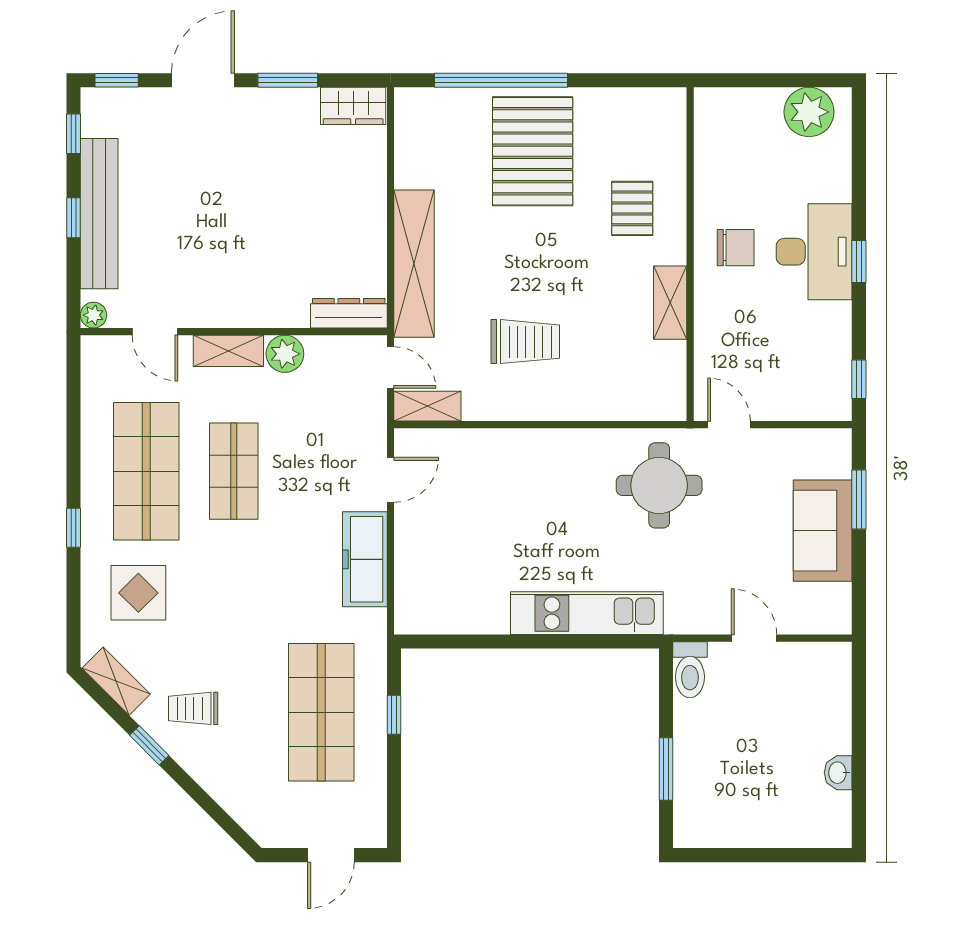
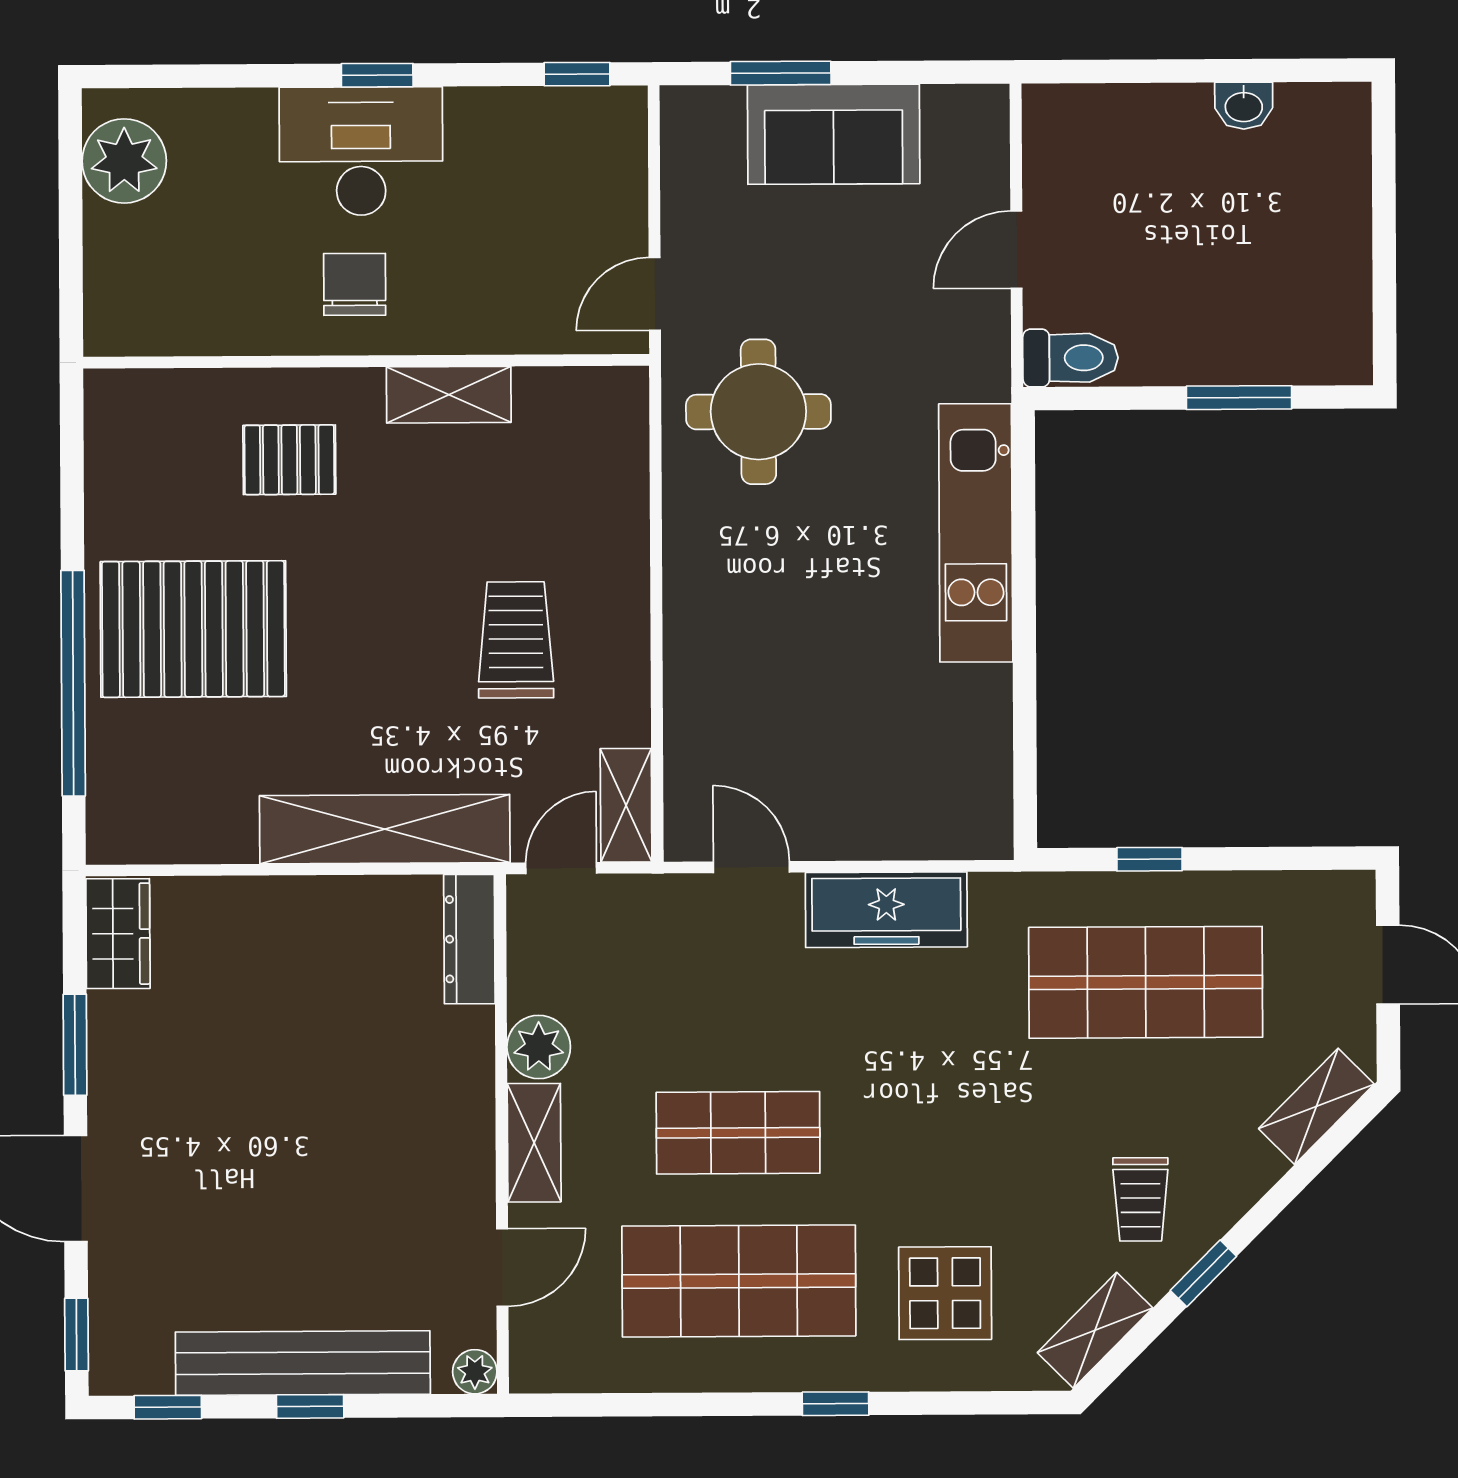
shelving: (248, 813) -> (1316, 1106), added

